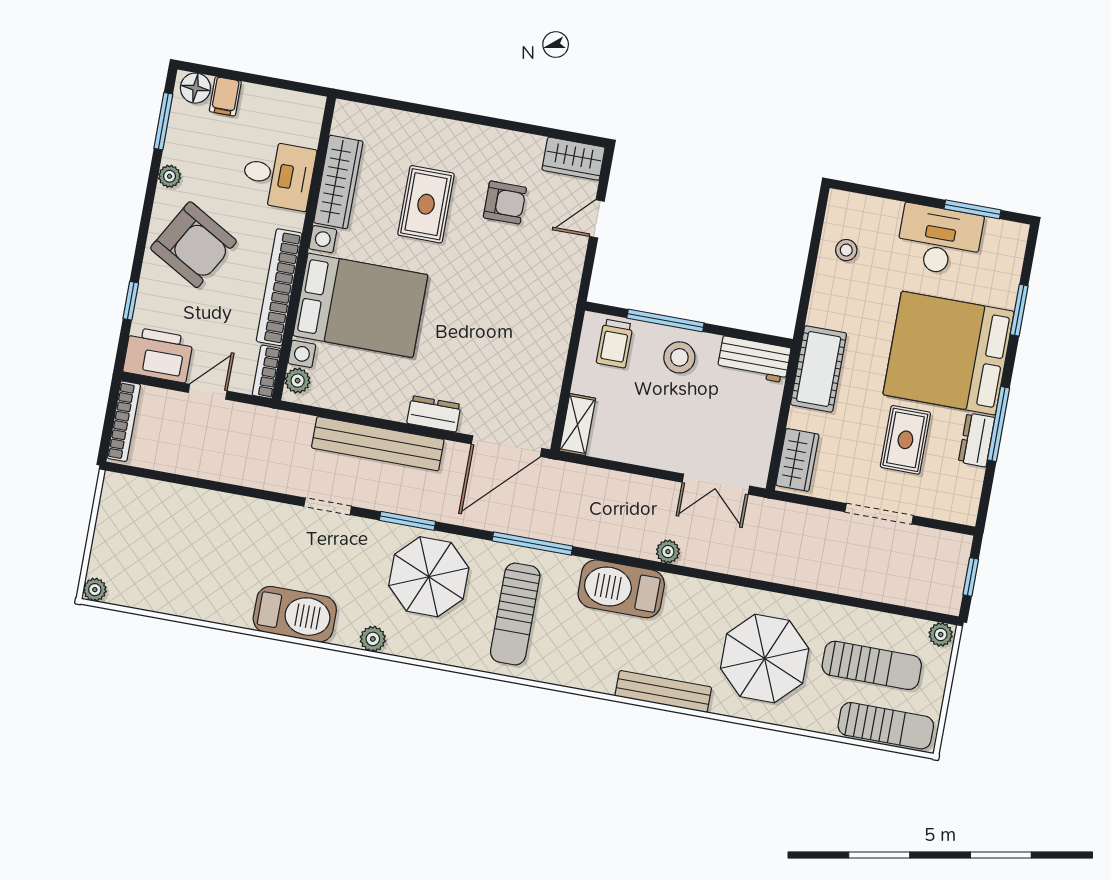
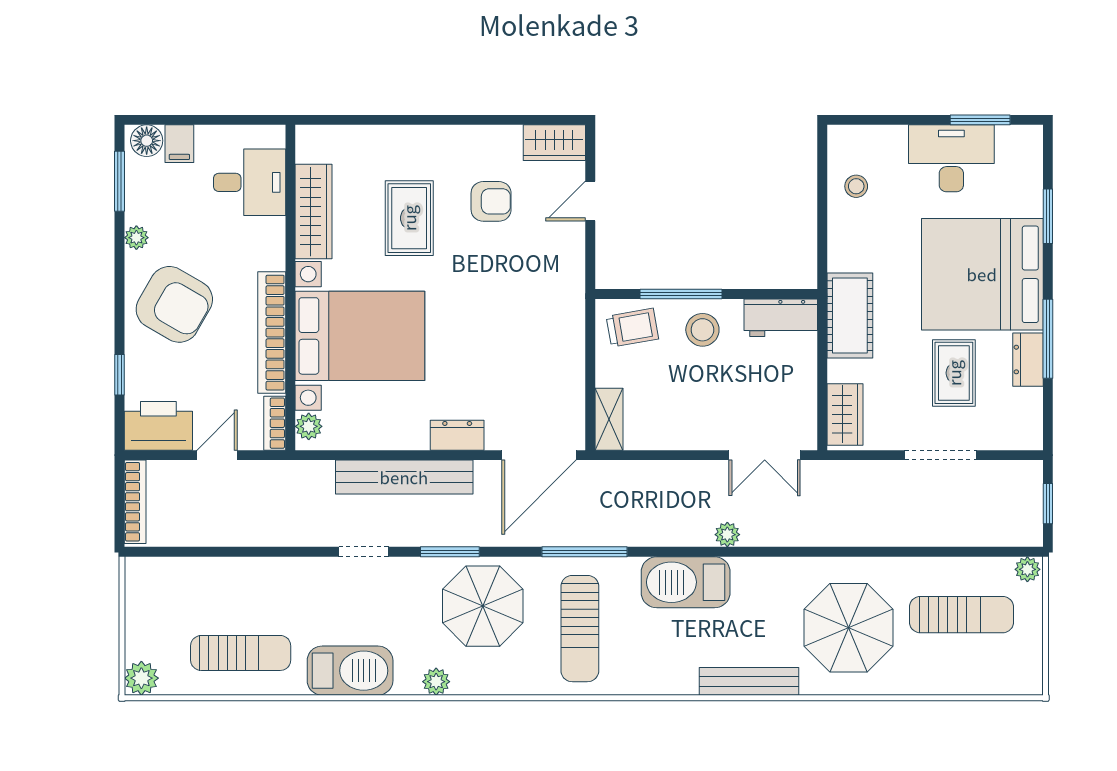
desk: (278, 175) -> (250, 182), moved
trolley: (615, 344) -> (632, 328), turned -100
plant: (95, 590) -> (141, 678), width x1.38, depth x1.38
sun lounger: (886, 726) -> (241, 653), moved

